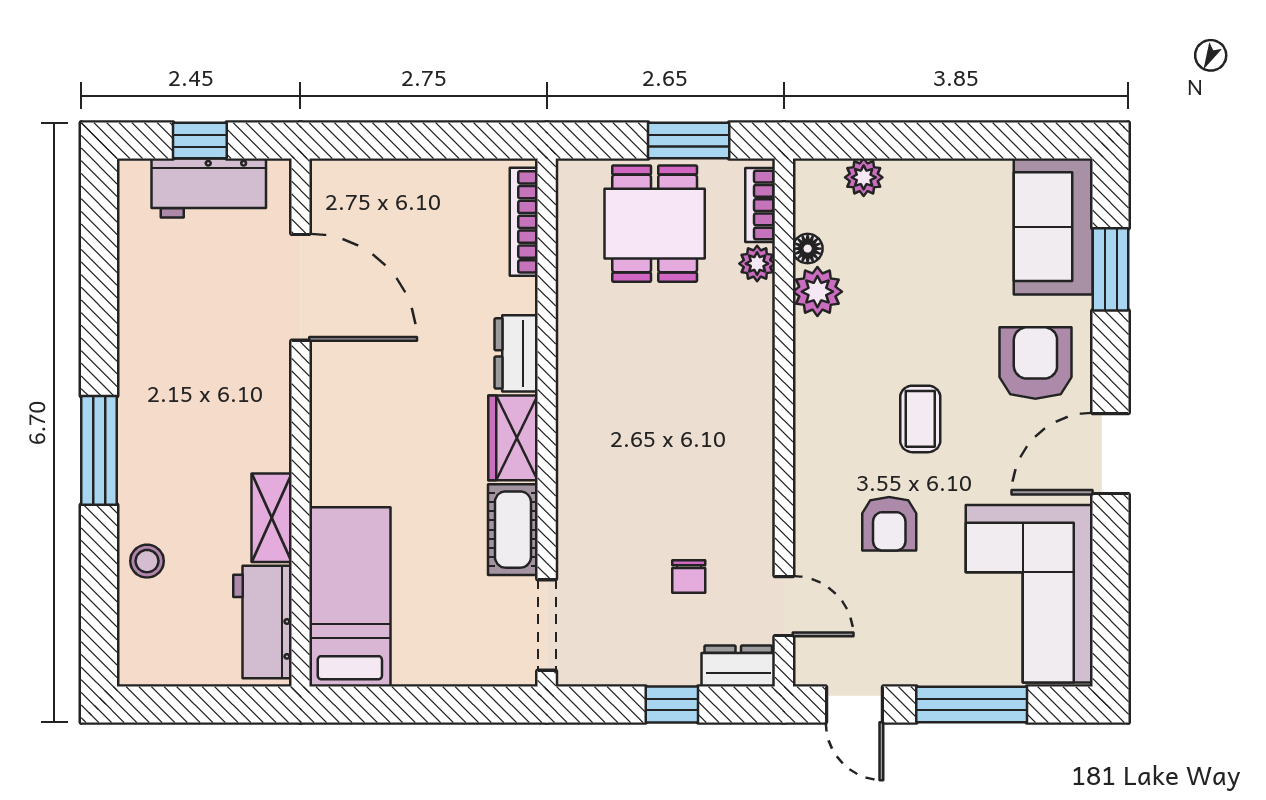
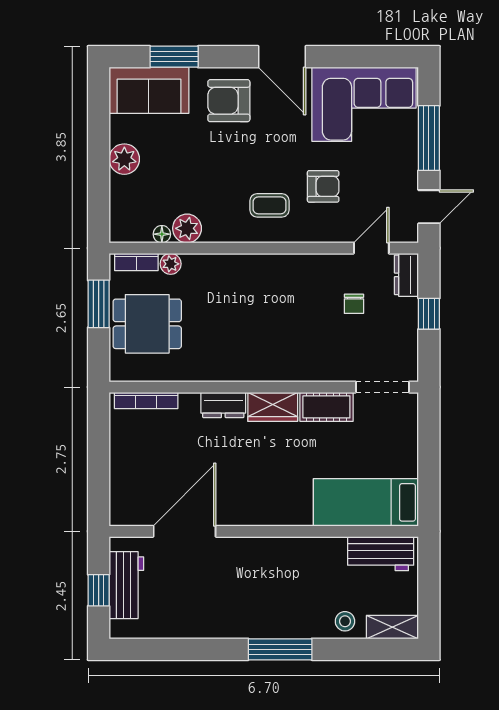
plant: (864, 177) -> (124, 159), moved, width x1.38, depth x1.38
coffee table: (920, 419) -> (269, 205), moved
shelving: (272, 518) -> (392, 627), moved
chair: (689, 576) -> (354, 304), turned 90

